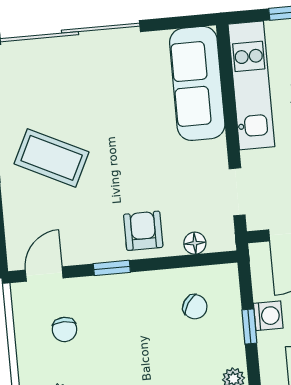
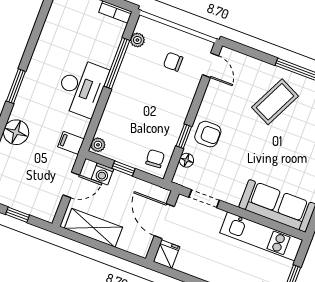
window: (112, 268) -> (184, 136), moved
chair: (195, 307) -> (155, 159), moved, turned 143
washing machine: (268, 316) -> (102, 174), moved

